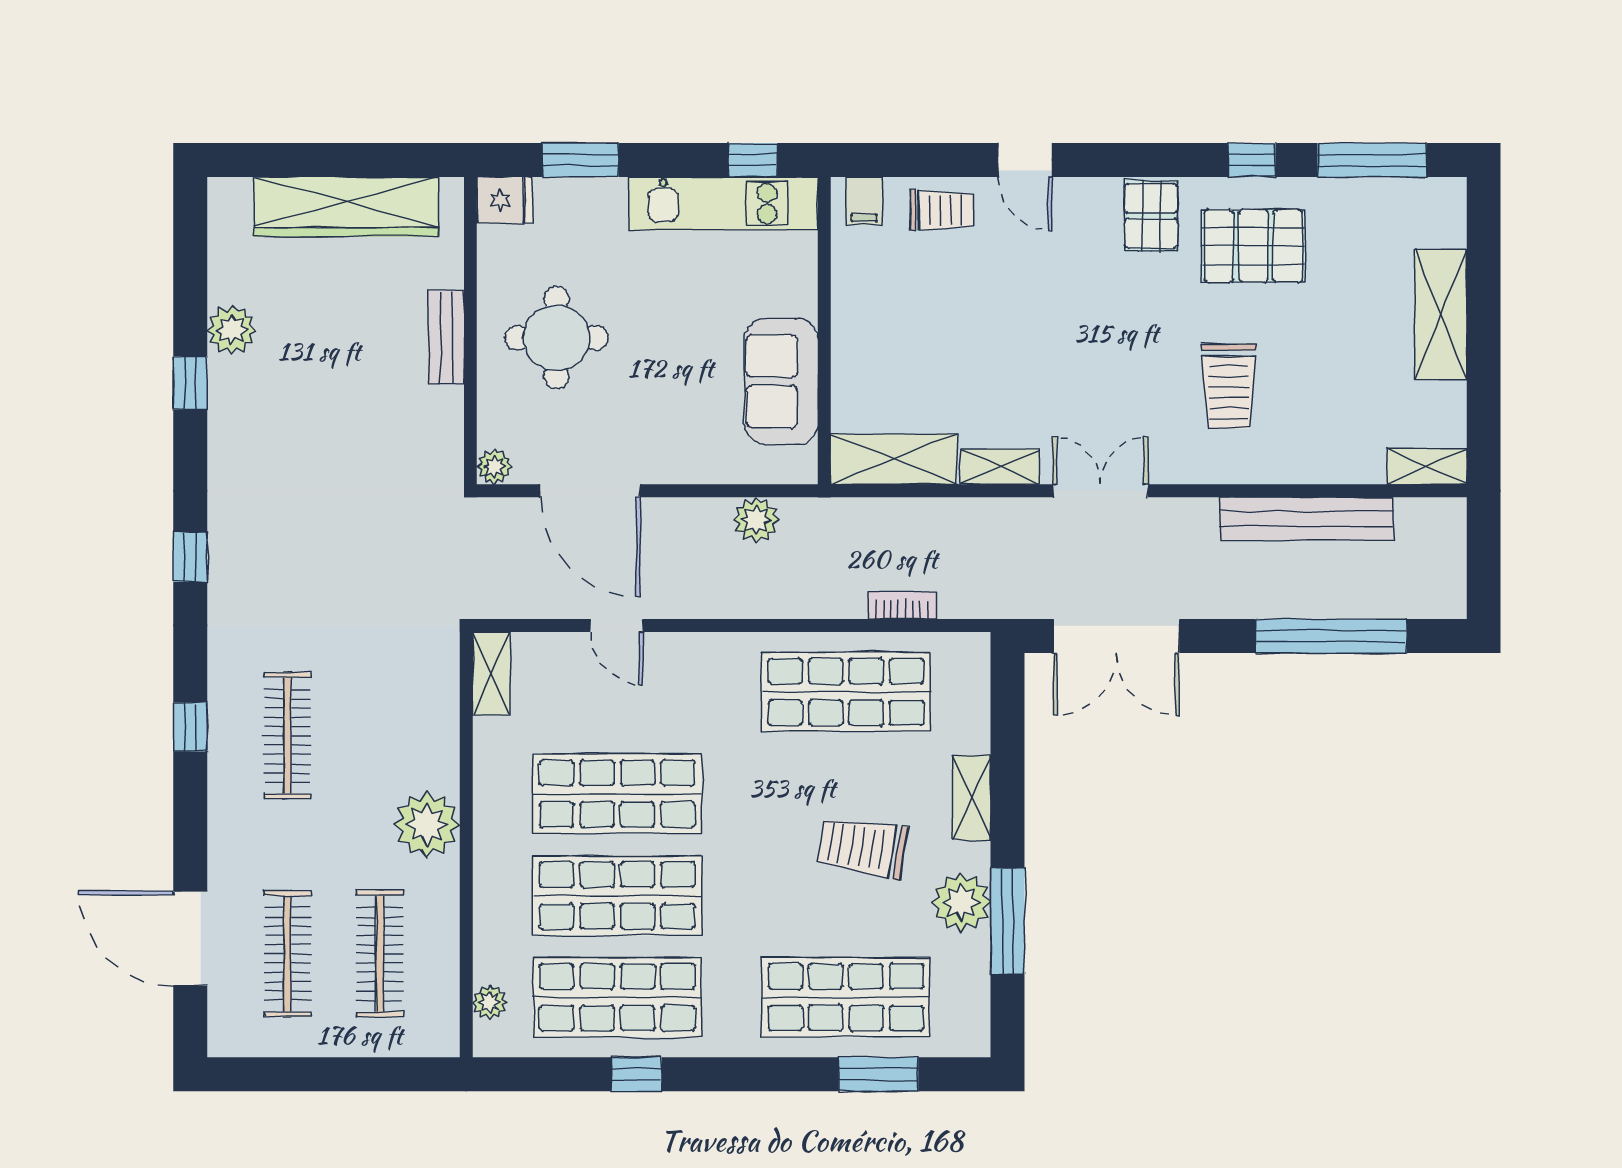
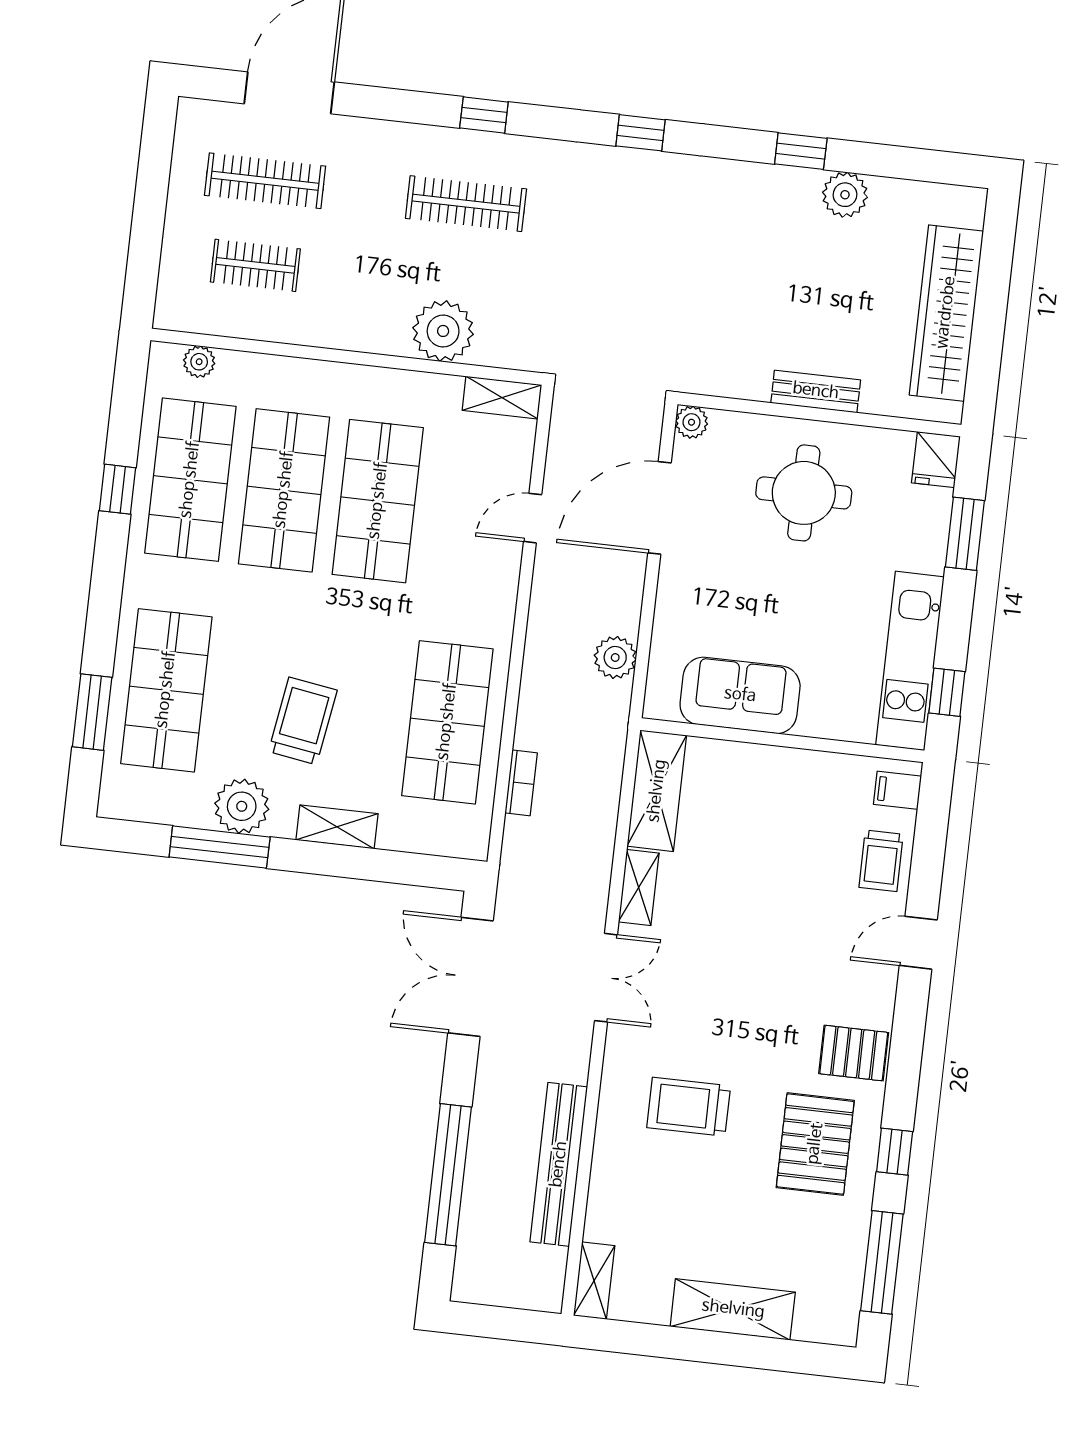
plant: (427, 825) -> (443, 331), moved
clothes rail: (380, 954) -> (255, 265), width x0.73

